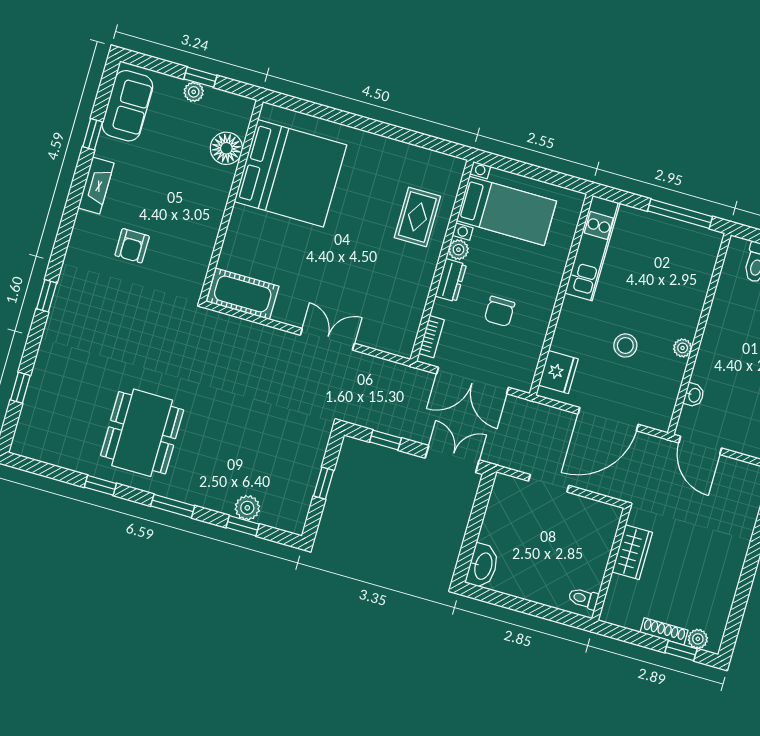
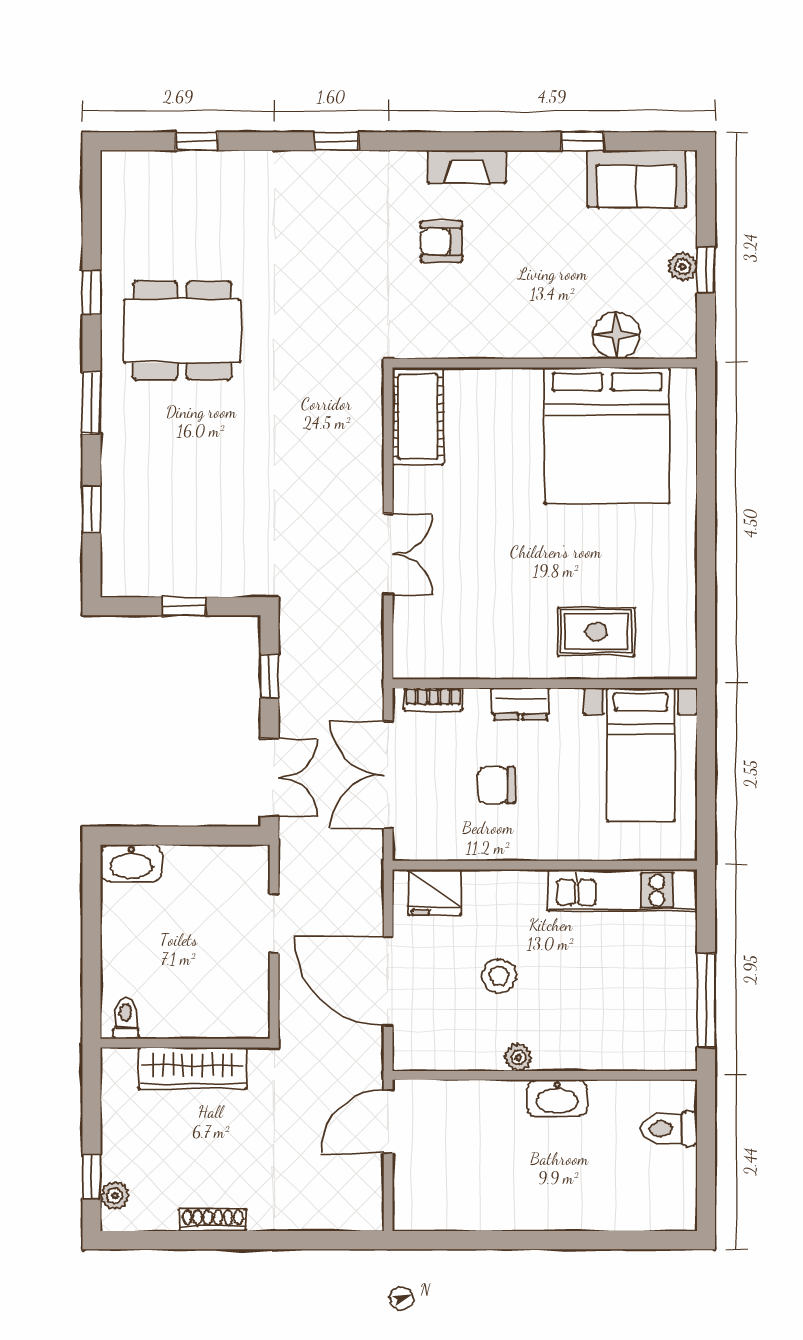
fireplace: (96, 185) -> (467, 167), moved
plant: (458, 250) -> (567, 703), removed
washbasin: (694, 395) -> (557, 1098), moved, width x1.91, depth x1.45
plant: (247, 508) -> (119, 509), removed
wardrobe: (632, 552) -> (193, 1068), width x1.50
shoe rack: (664, 631) -> (213, 1220), moved, turned -90

